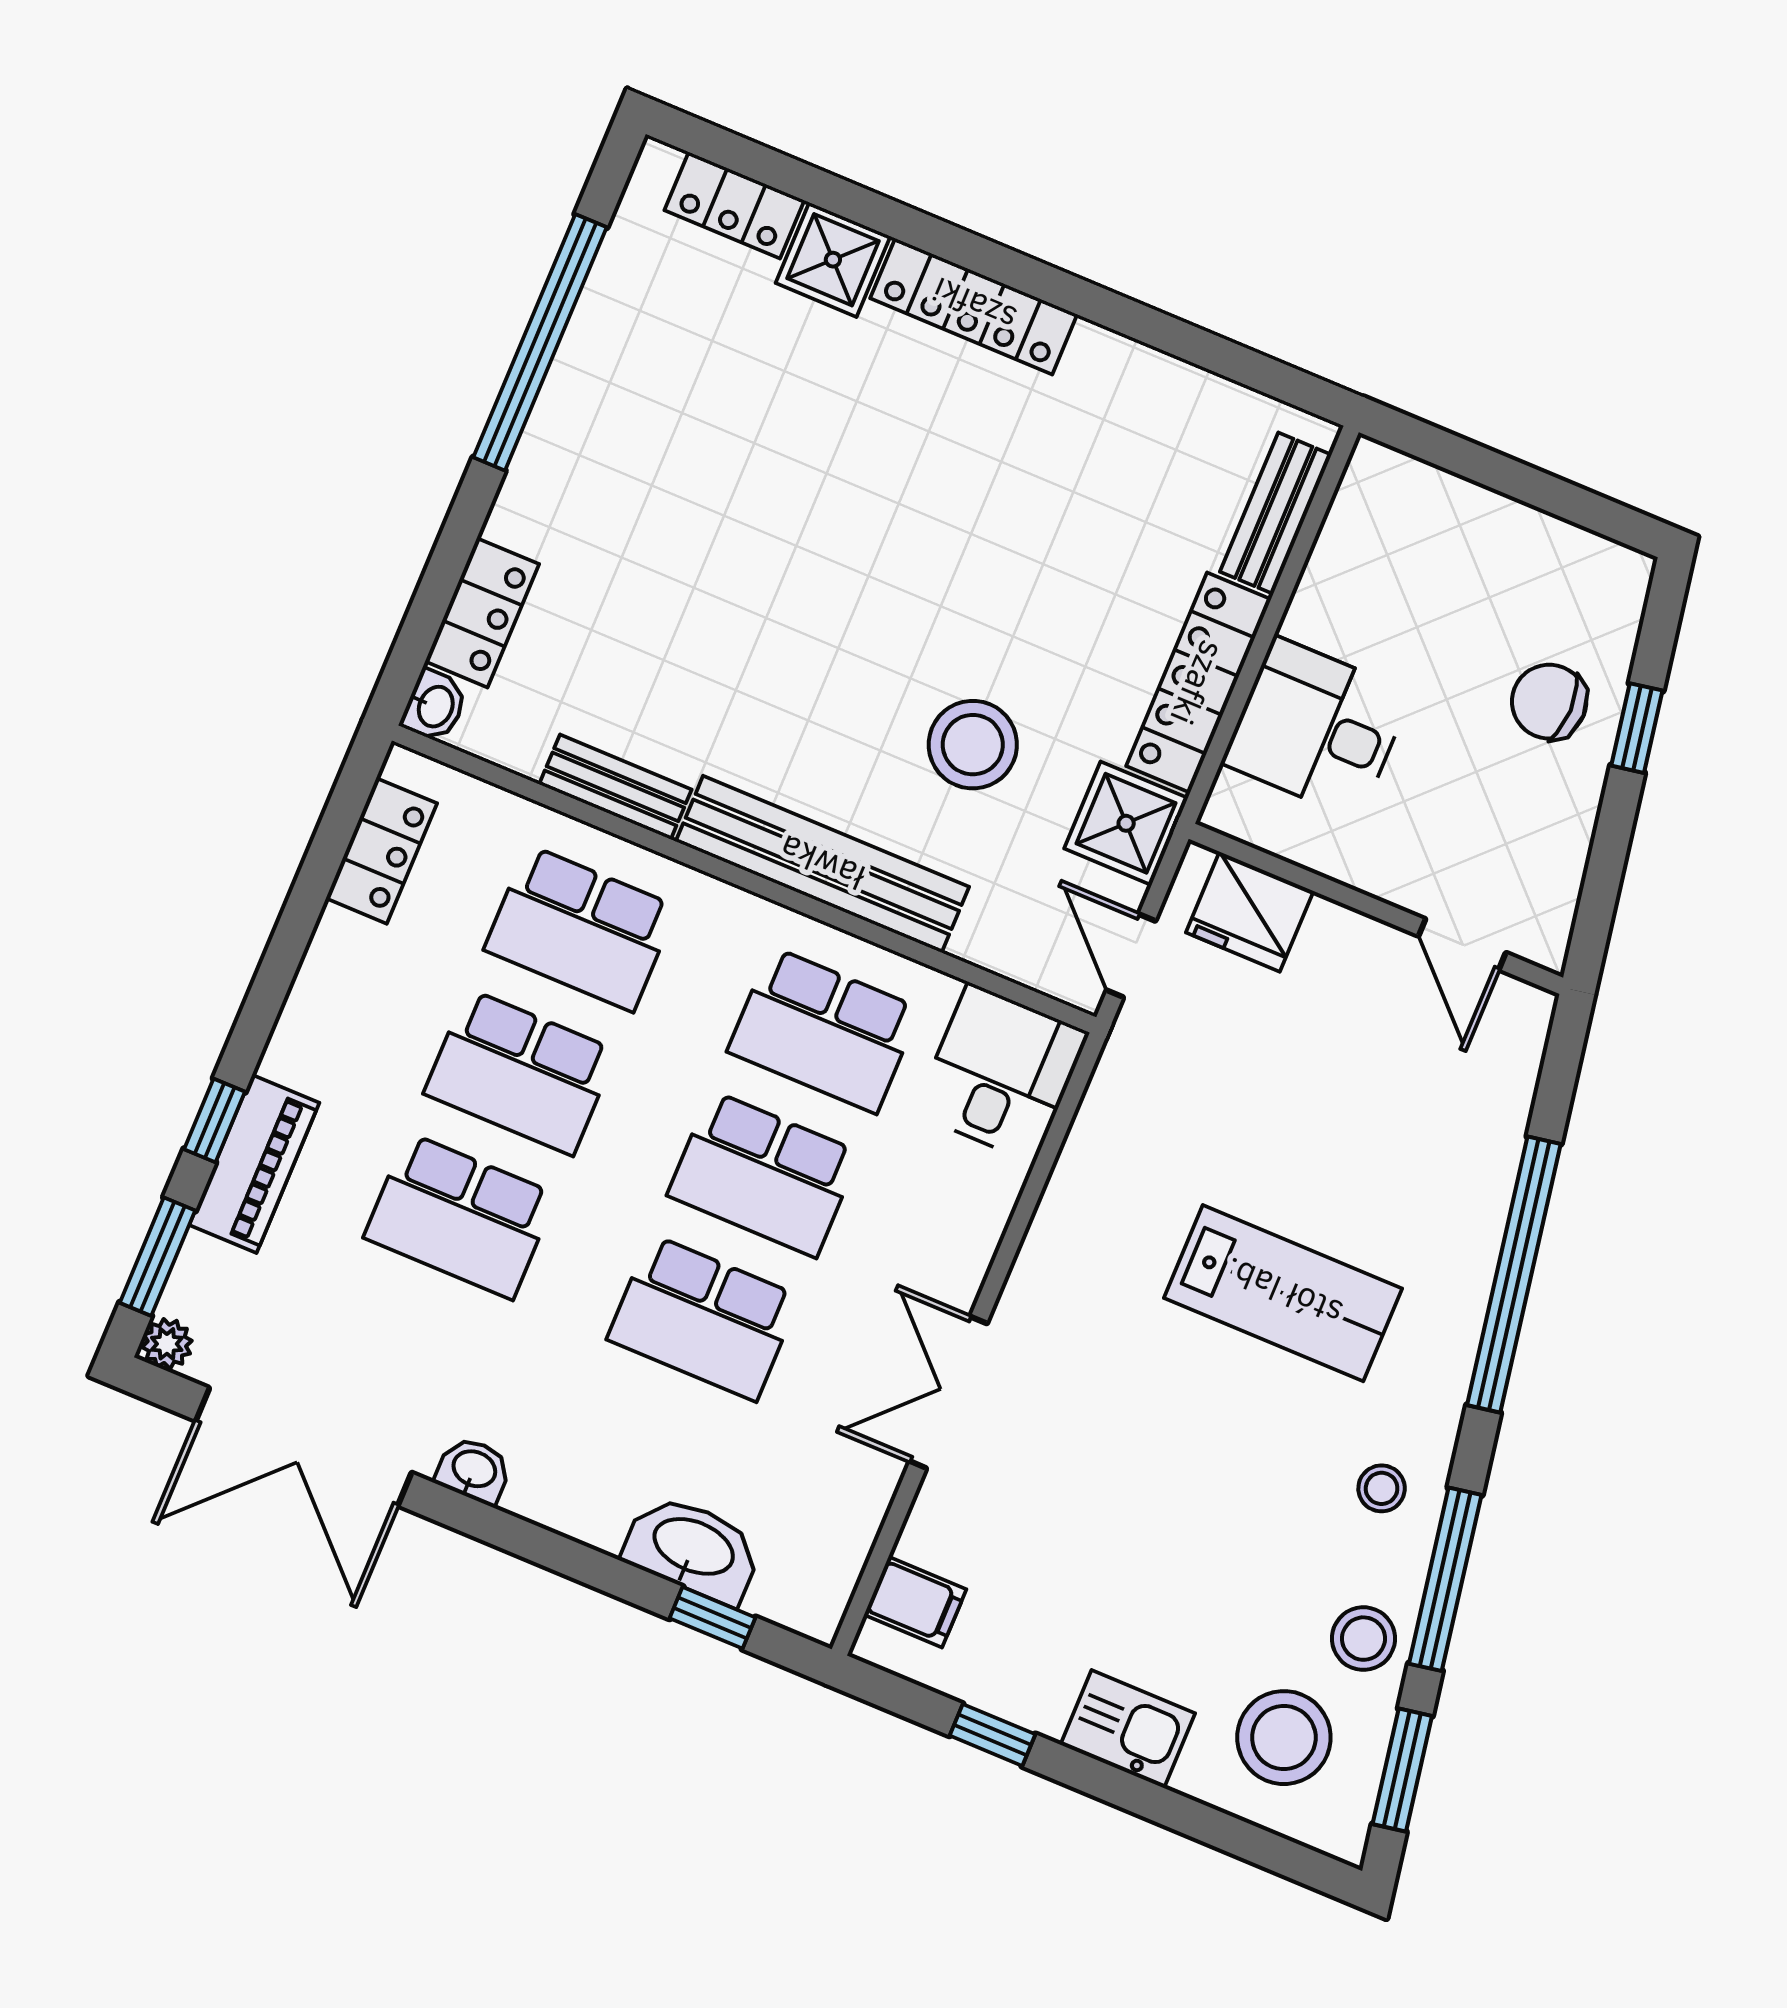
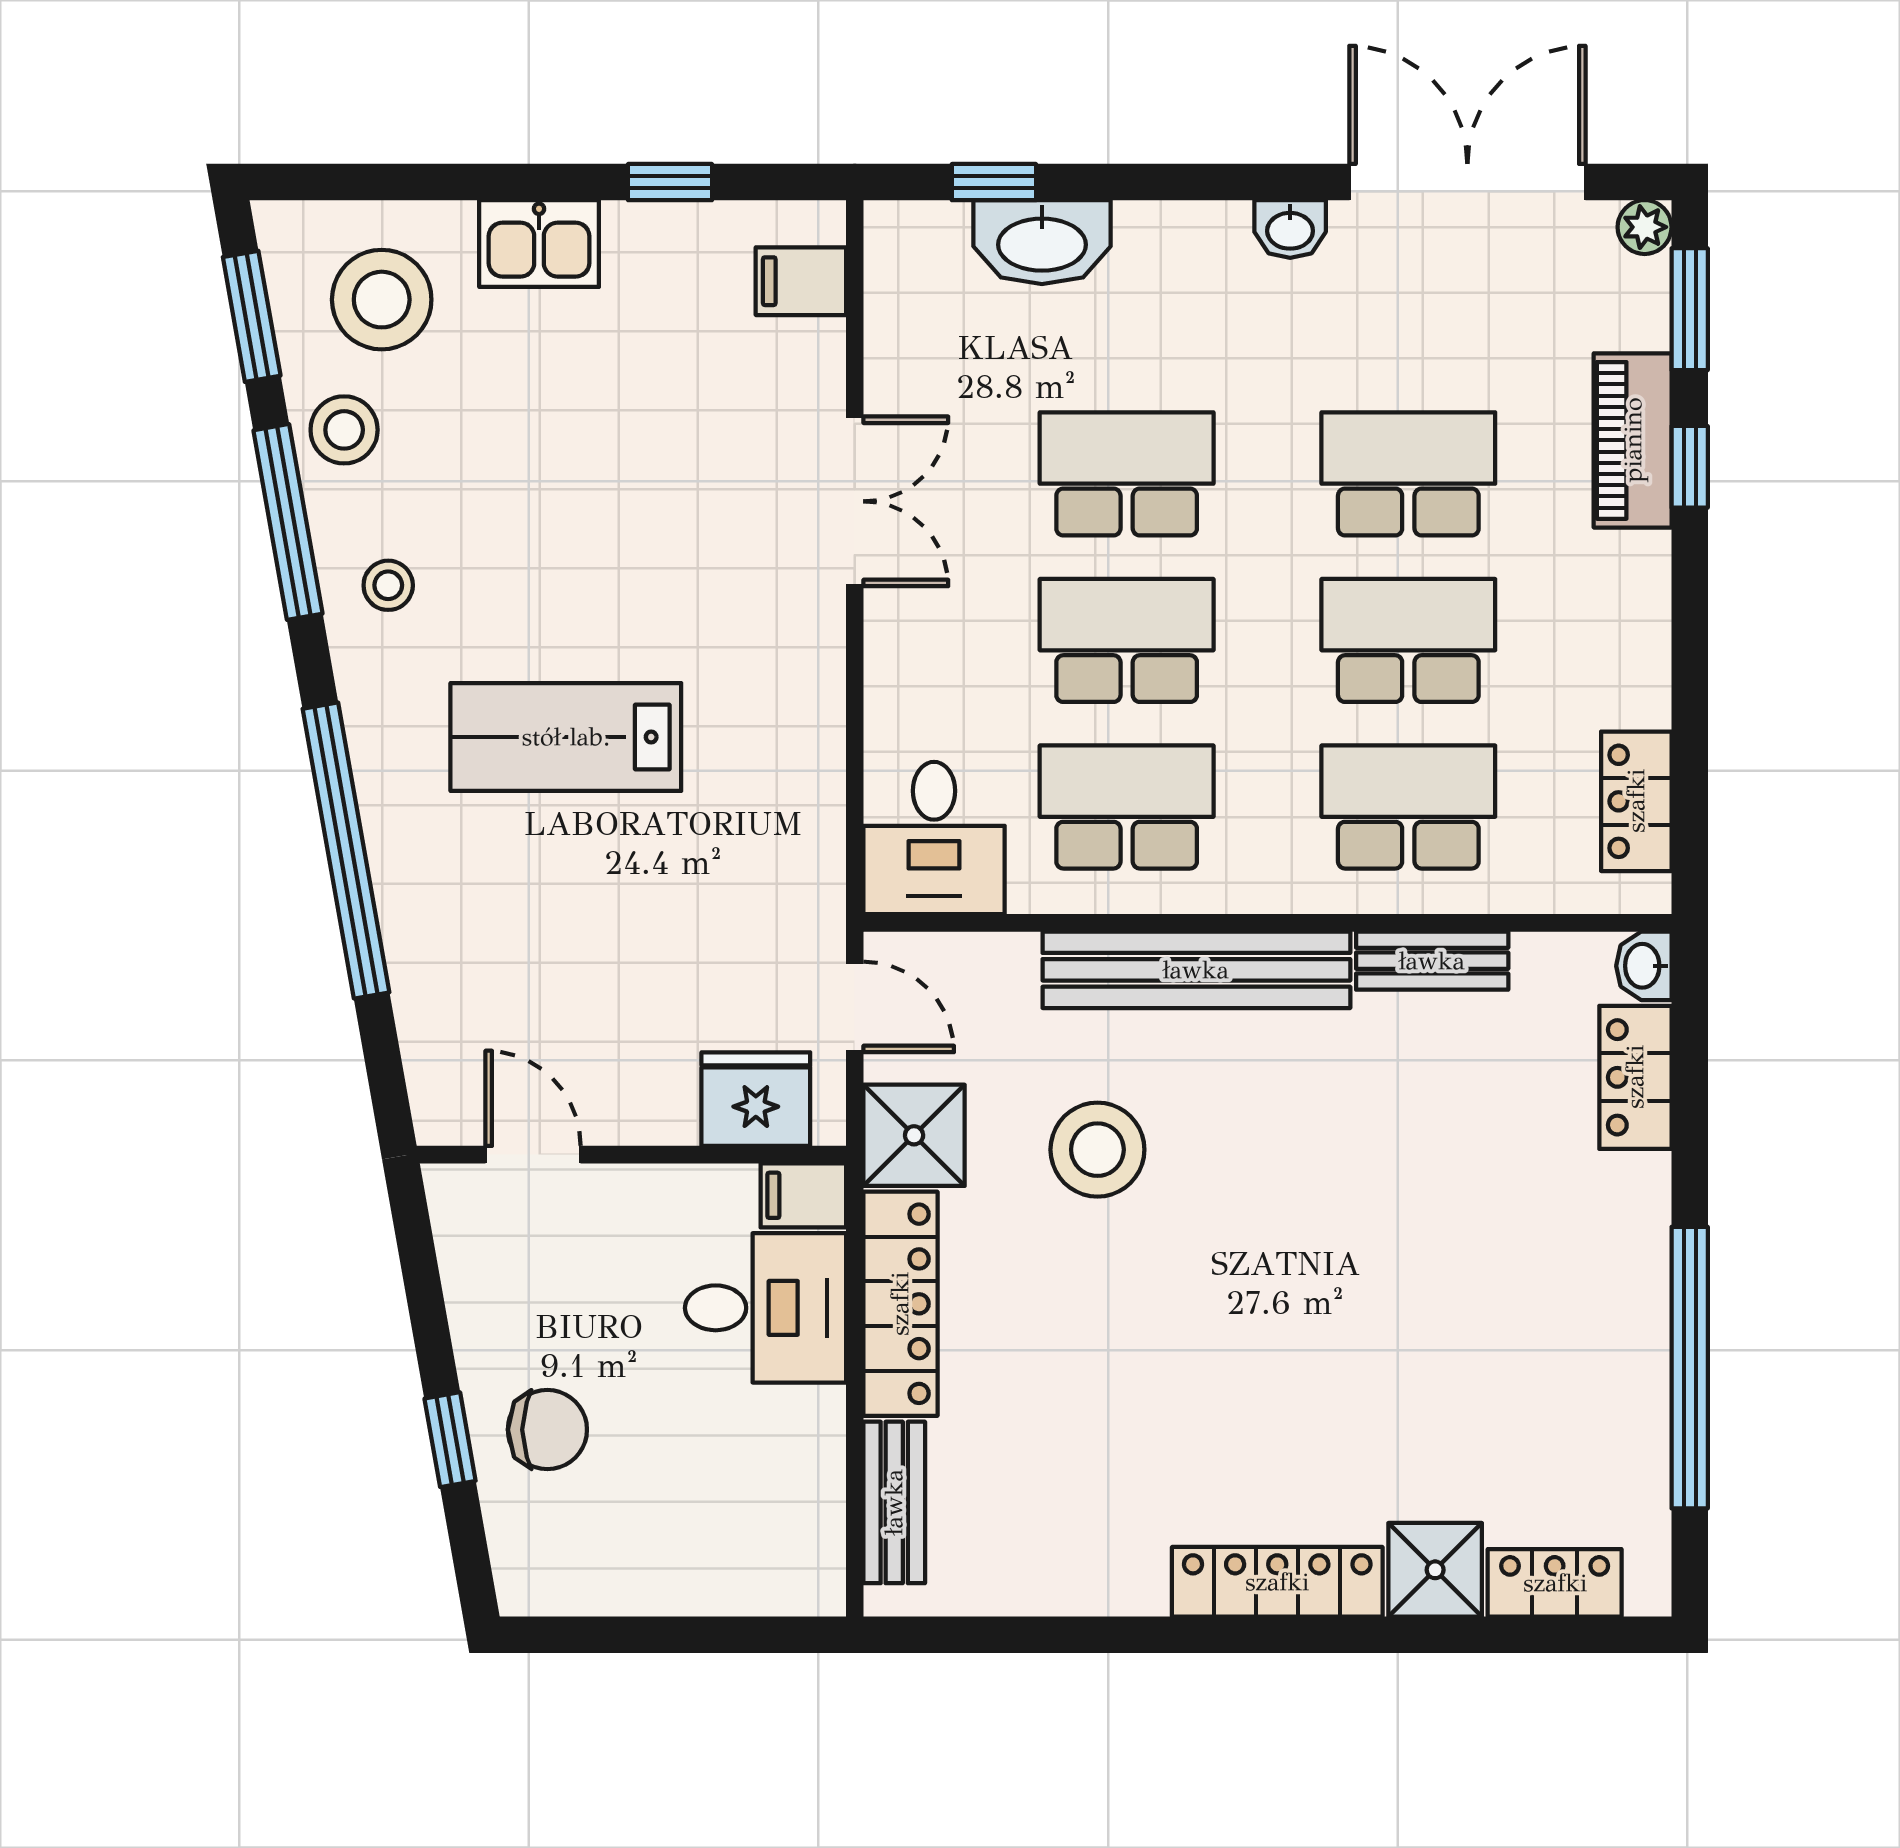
filing cabinet: (1243, 811) -> (803, 1195), added

